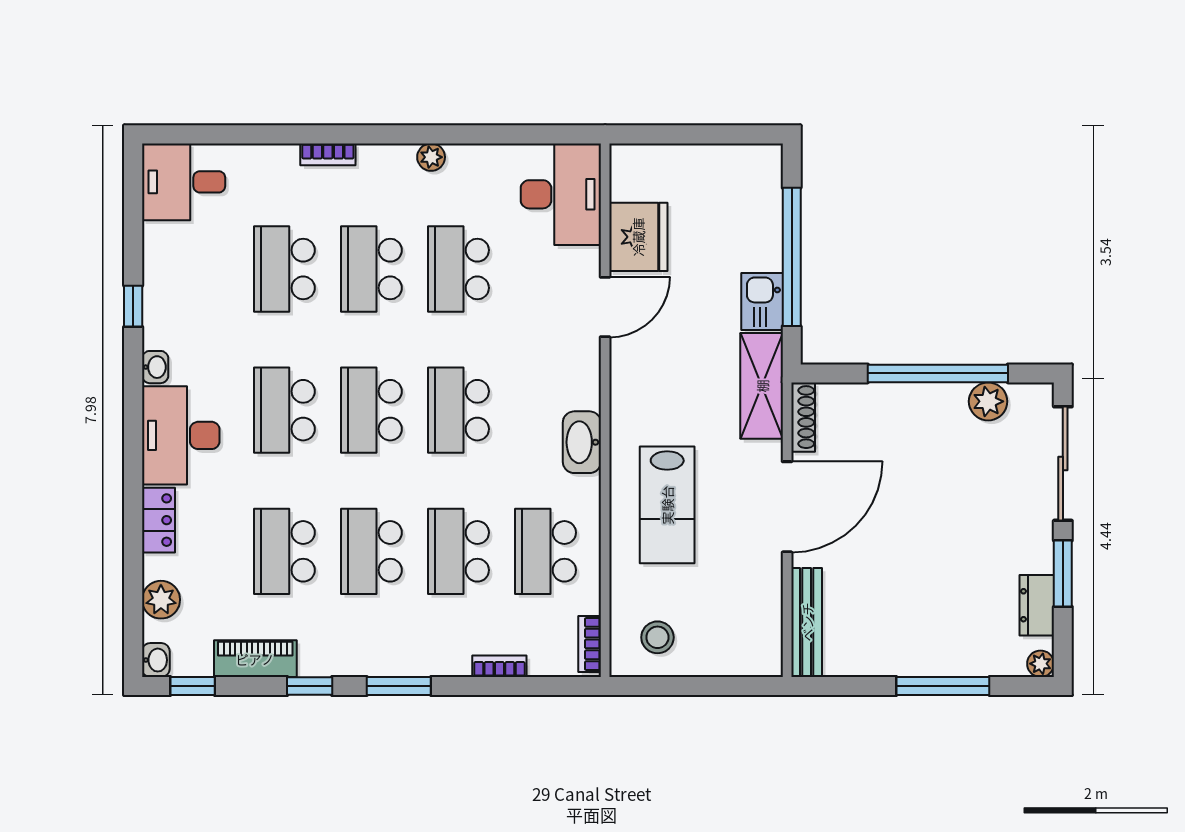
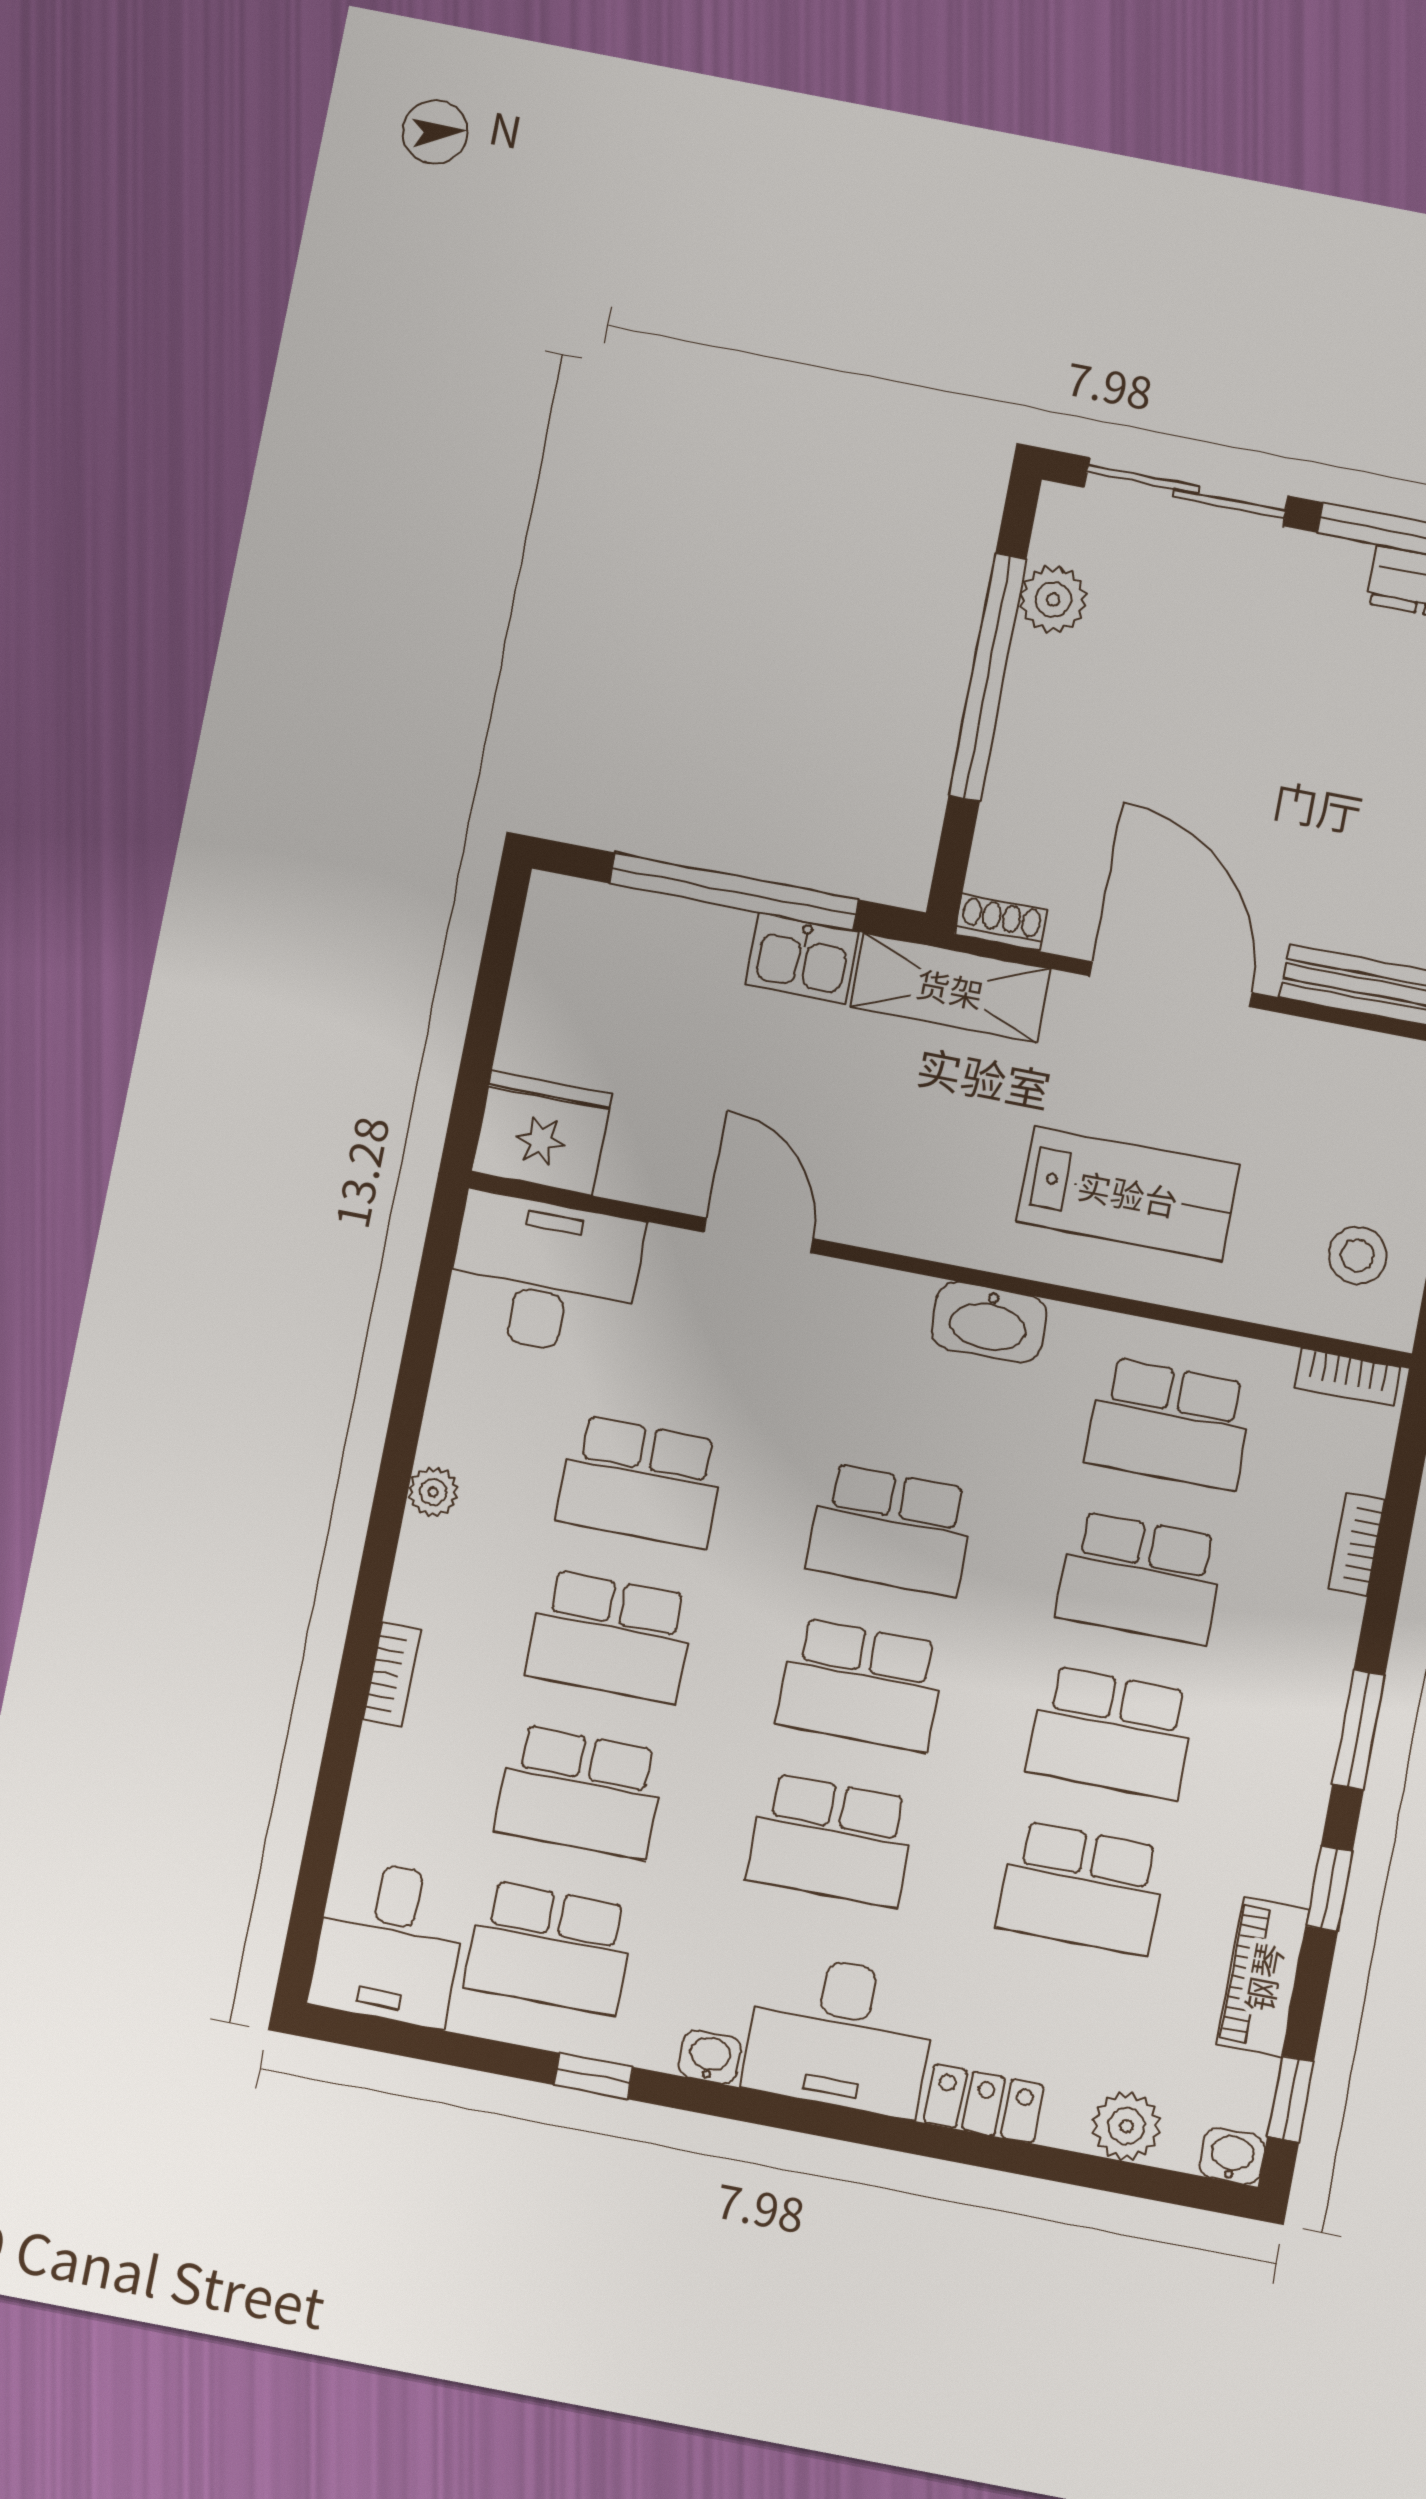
fridge: (638, 237) -> (542, 1133), moved
school desk: (197, 269) -> (550, 1948), added
shoe rack: (803, 417) -> (1001, 922), width x0.70

